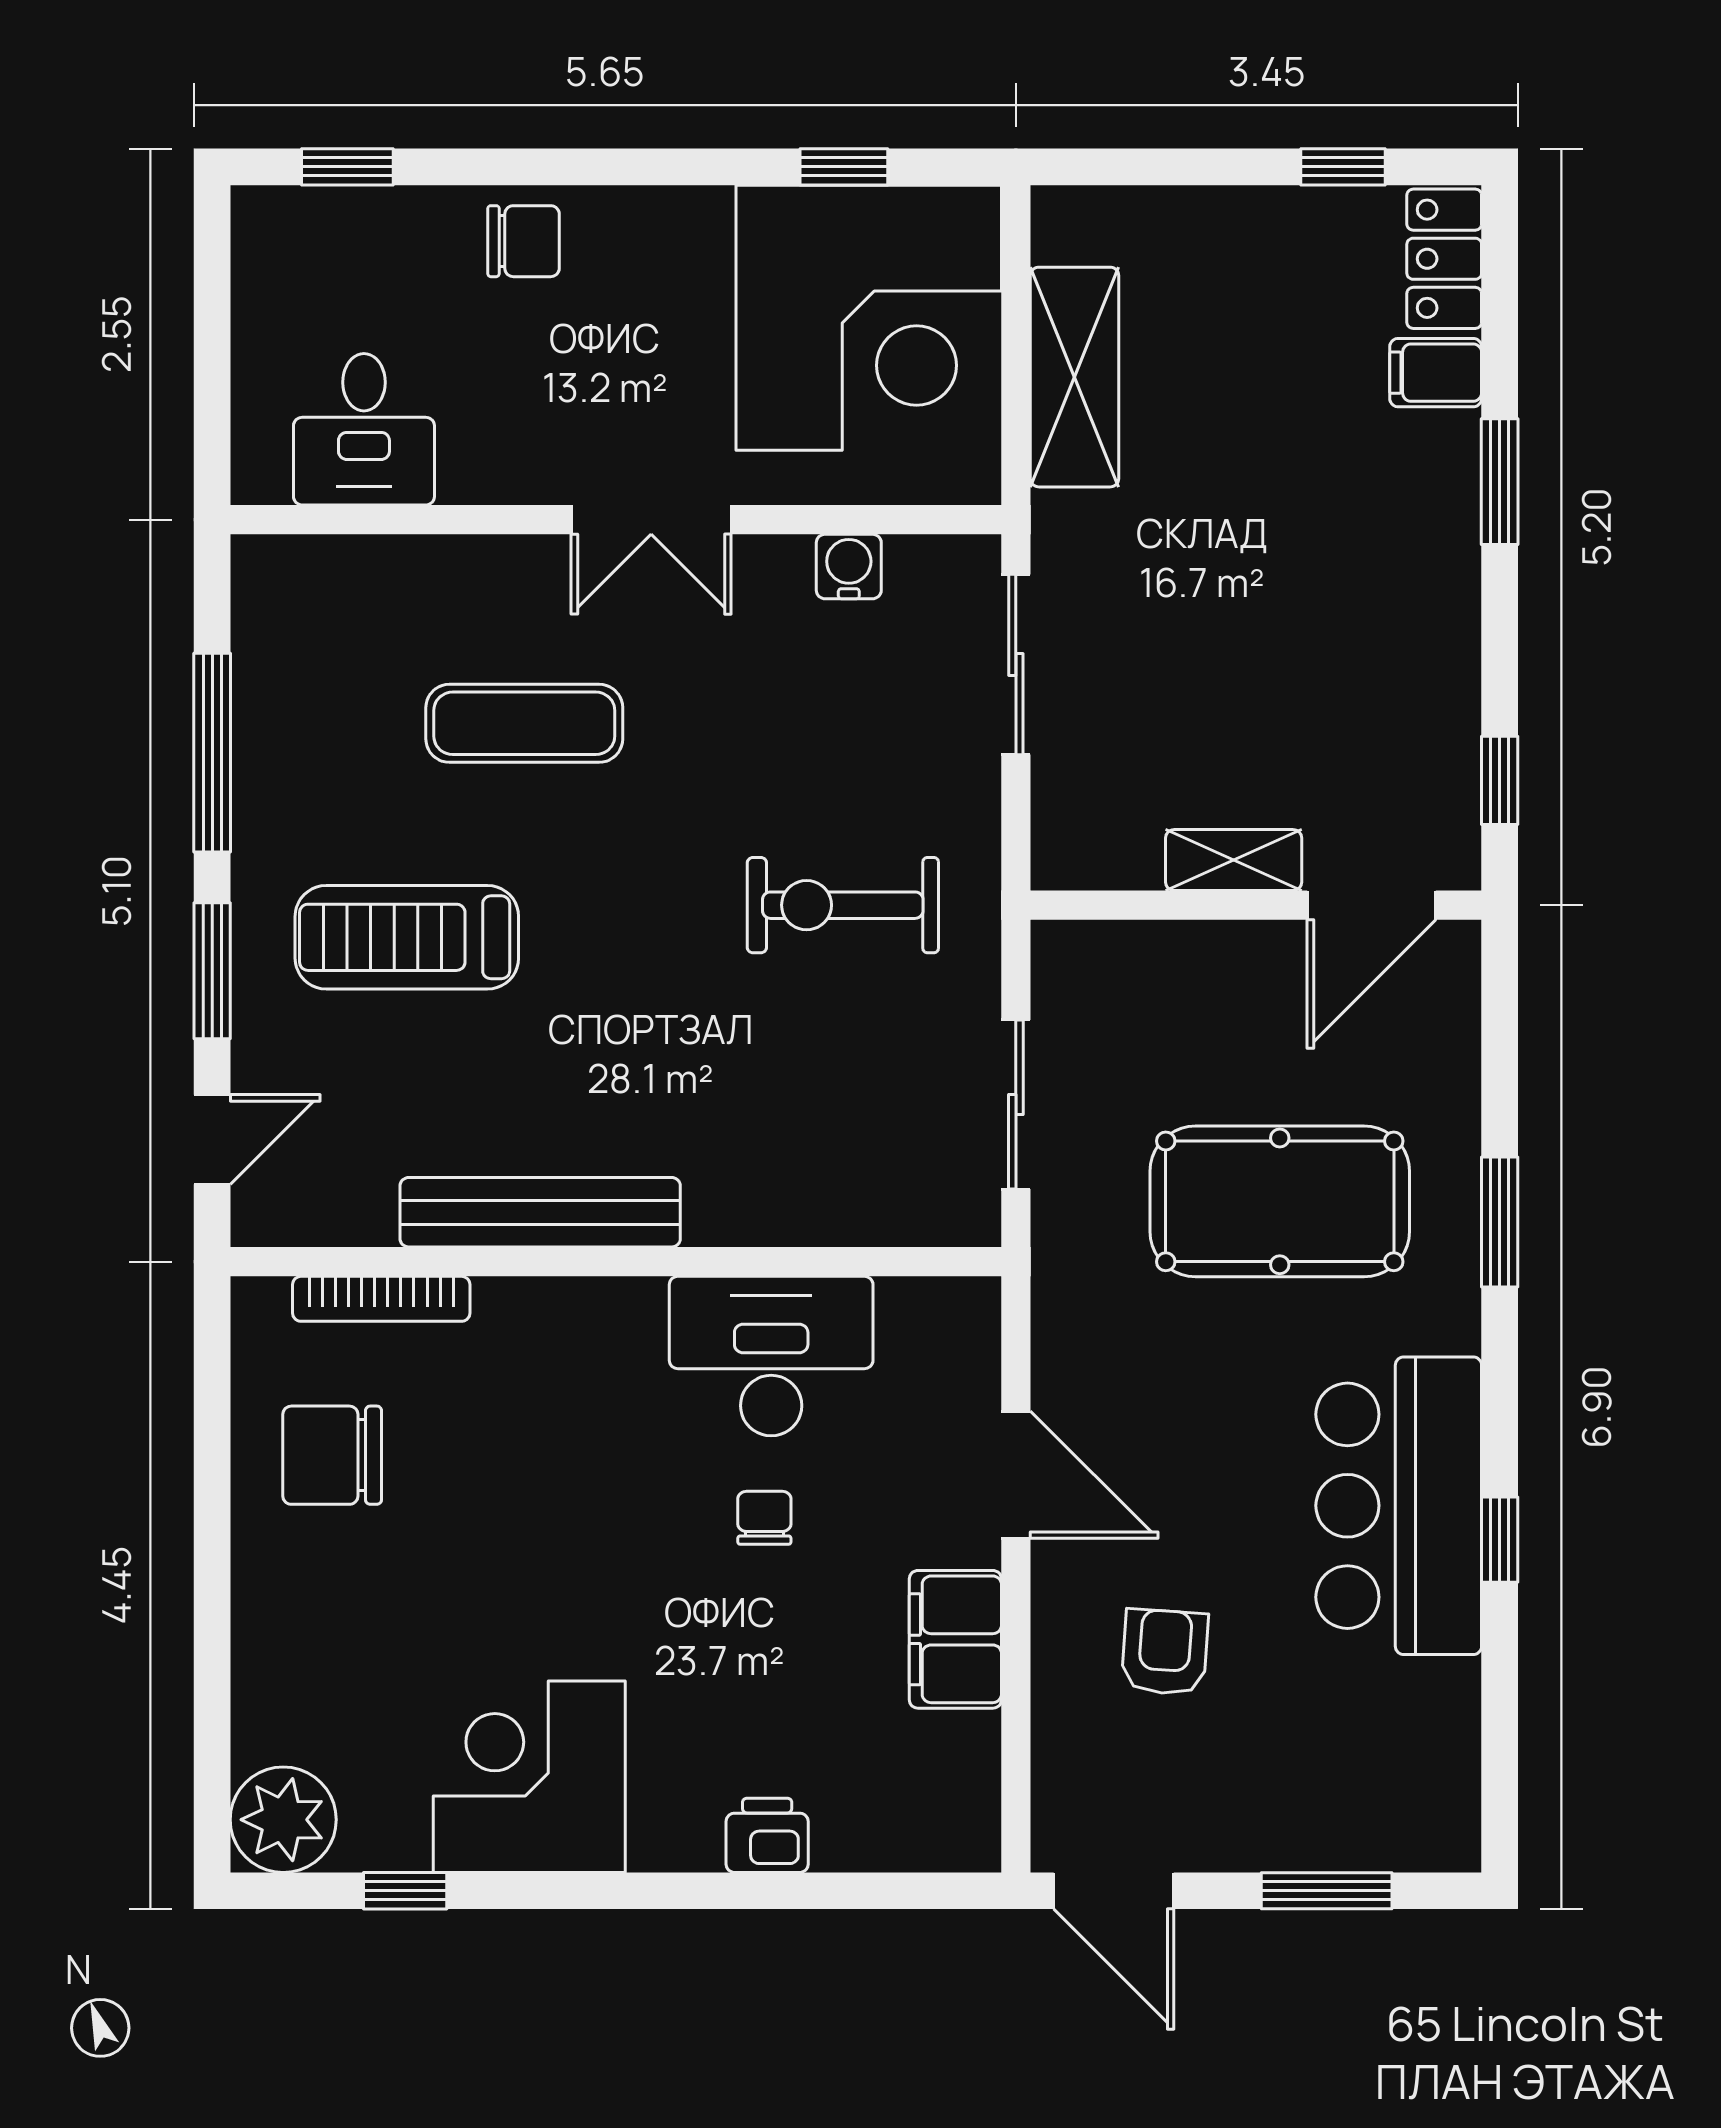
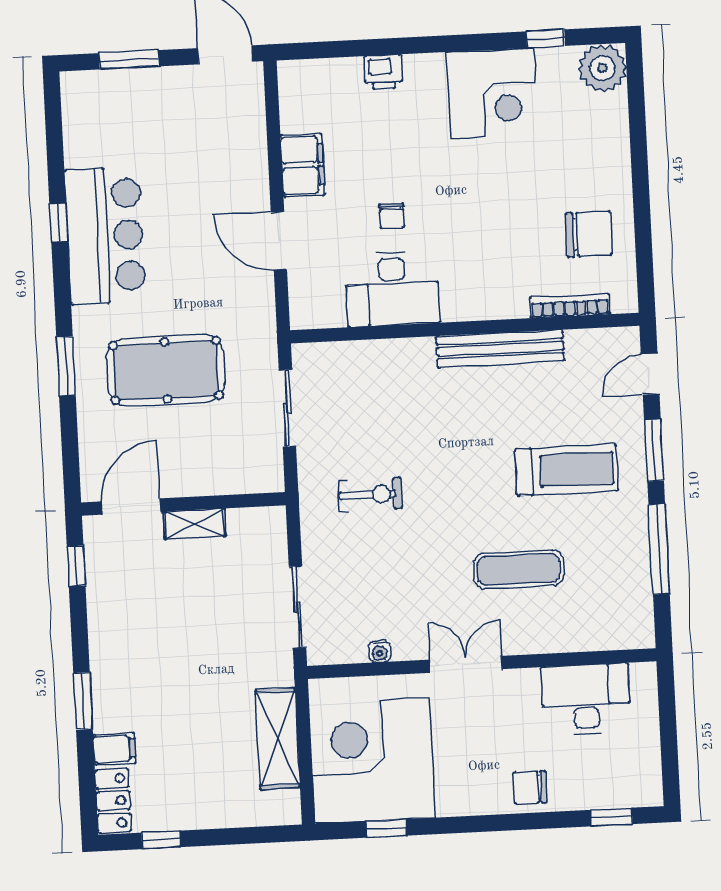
desk: (364, 429) -> (586, 699), width x1.37
water cooler: (849, 567) -> (380, 652), width x0.72, depth x0.72
exercise bike: (843, 905) -> (370, 494), width x0.73, depth x0.72
armchair: (1165, 1652) -> (208, 164), removed

